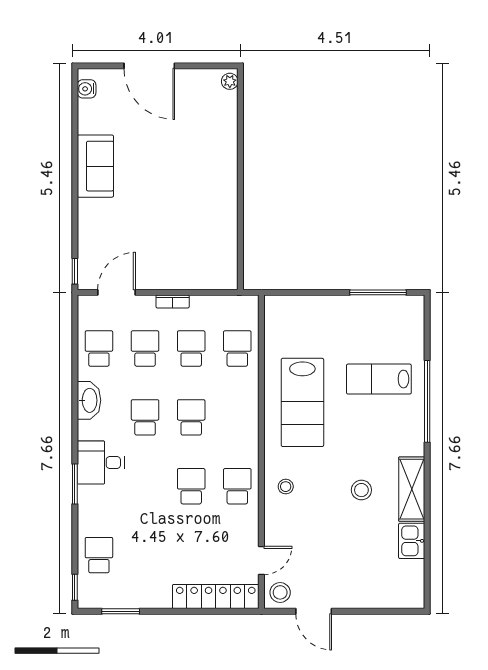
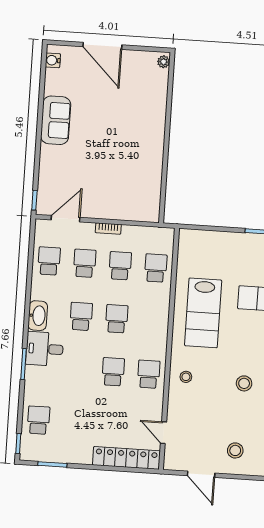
washbasin: (89, 400) -> (38, 316), moved
door: (261, 560) -> (163, 433), swing flipped
stool: (280, 592) -> (235, 450), moved

